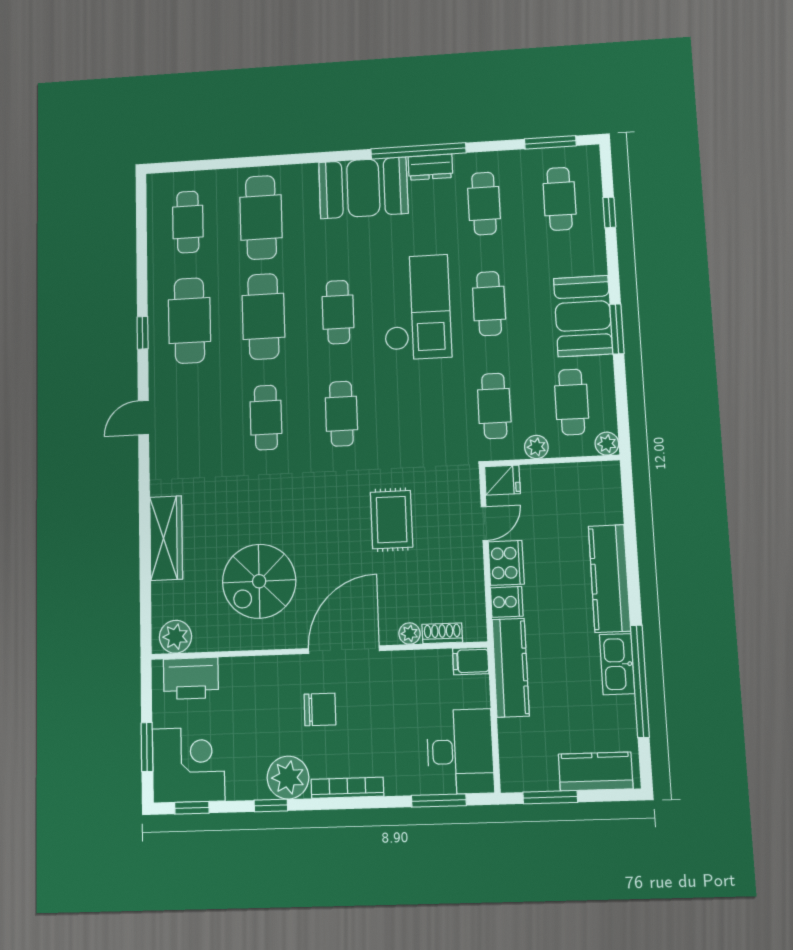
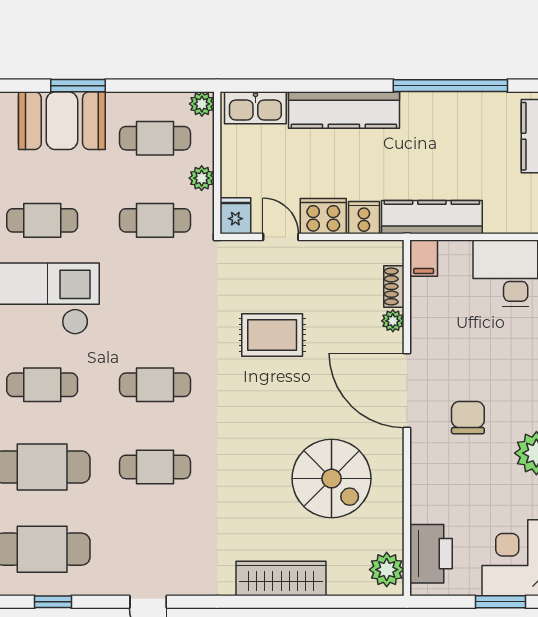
kitchen sink: (617, 664) -> (255, 108), moved

